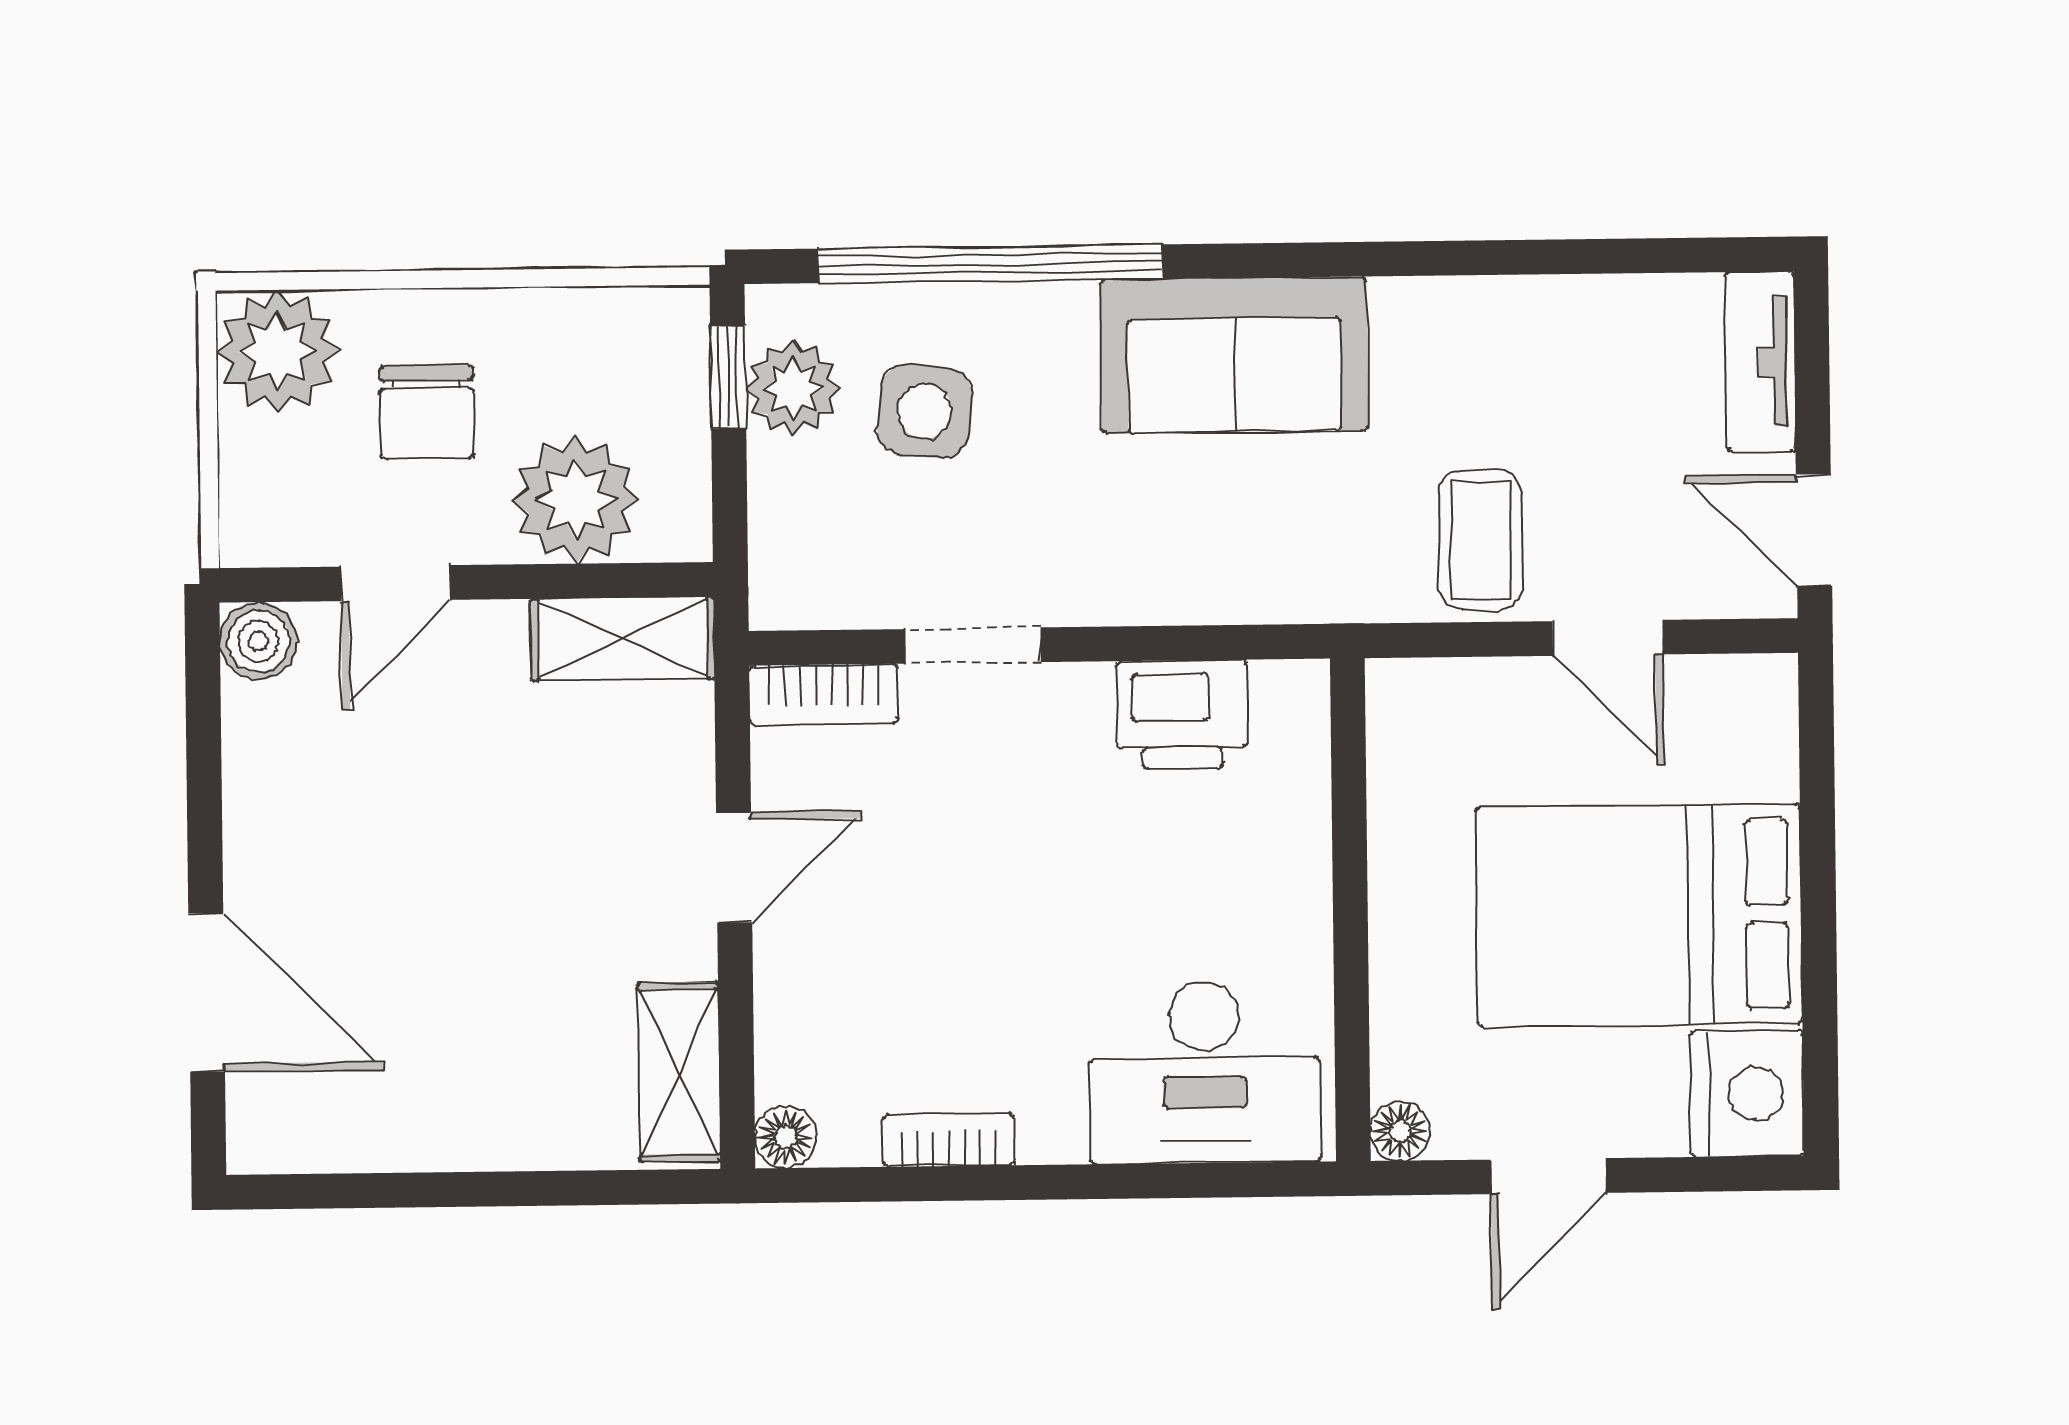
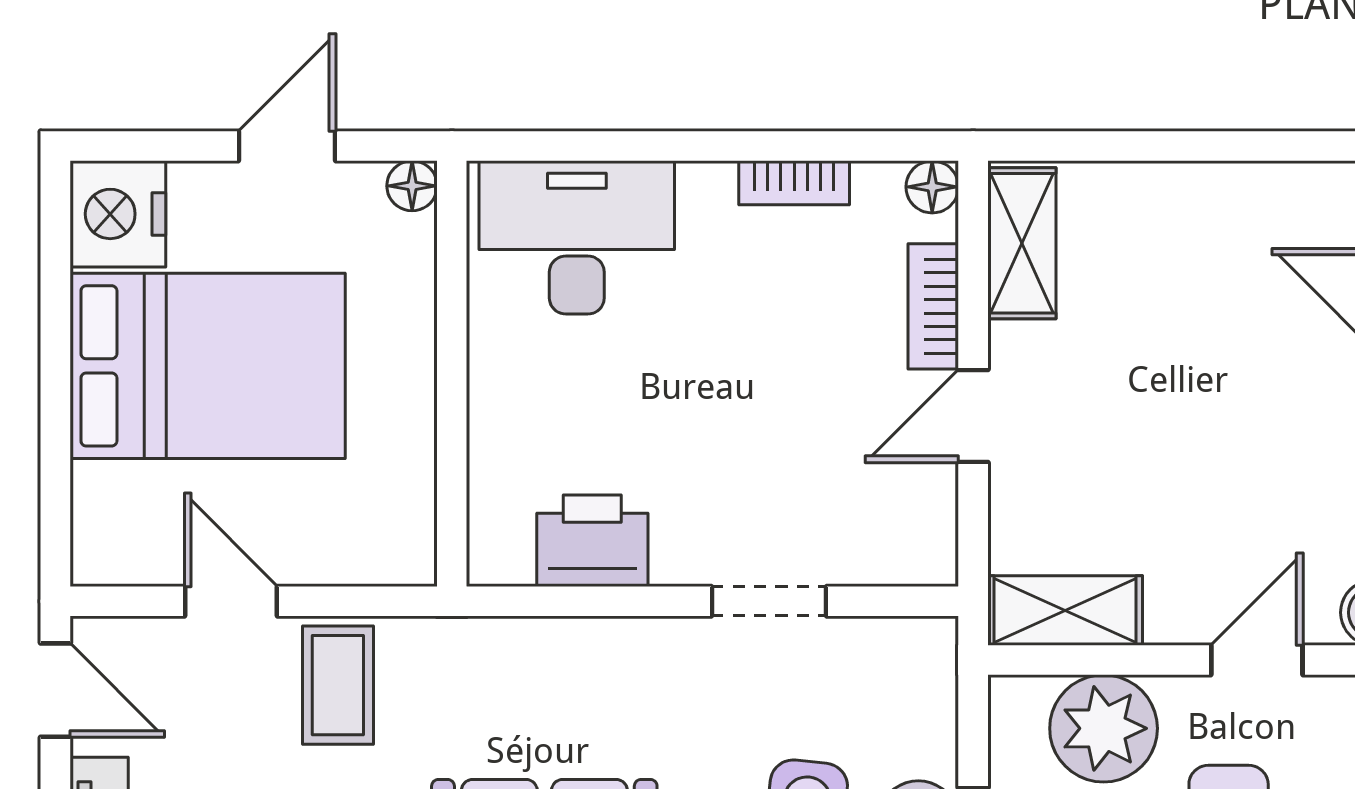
bookcase: (824, 694) -> (933, 306), moved, turned -90

